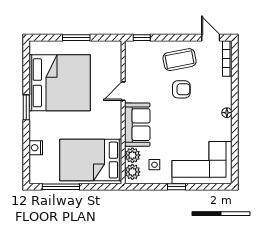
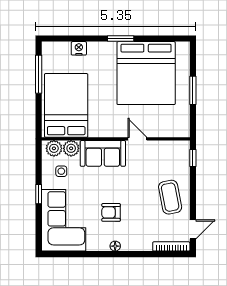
armchair: (181, 89) -> (111, 212), moved, turned 90

